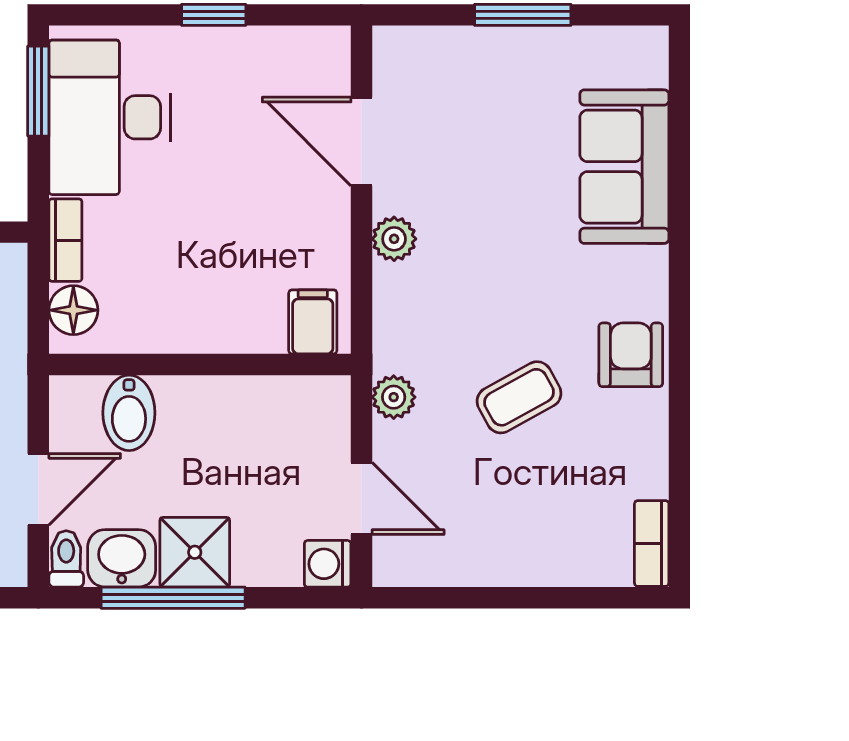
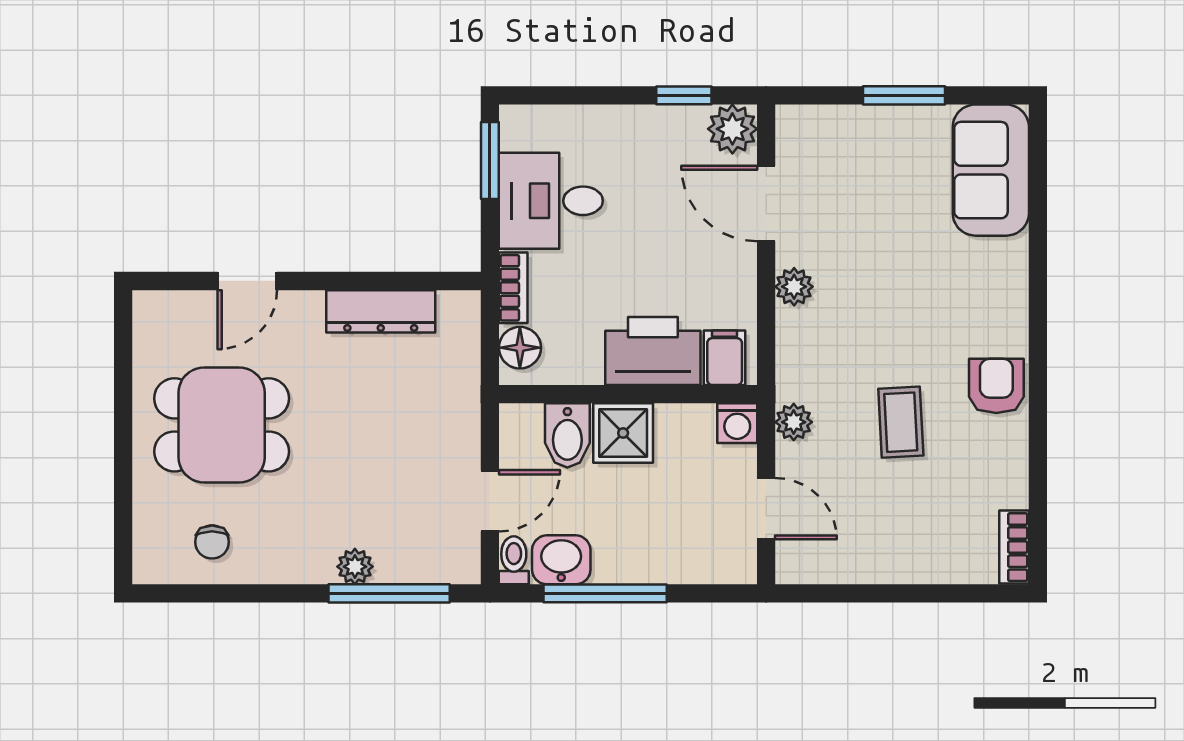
window: (214, 15) -> (684, 95), moved
plant: (322, 54) -> (732, 129), added
desk: (110, 117) -> (551, 201), width x0.73
sofa: (624, 167) -> (991, 170), moved
printer: (229, 314) -> (653, 351), added
coffee table: (519, 397) -> (901, 422), turned -64
shower: (195, 552) -> (623, 433), moved
washing machine: (328, 564) -> (737, 423), moved, turned -90

